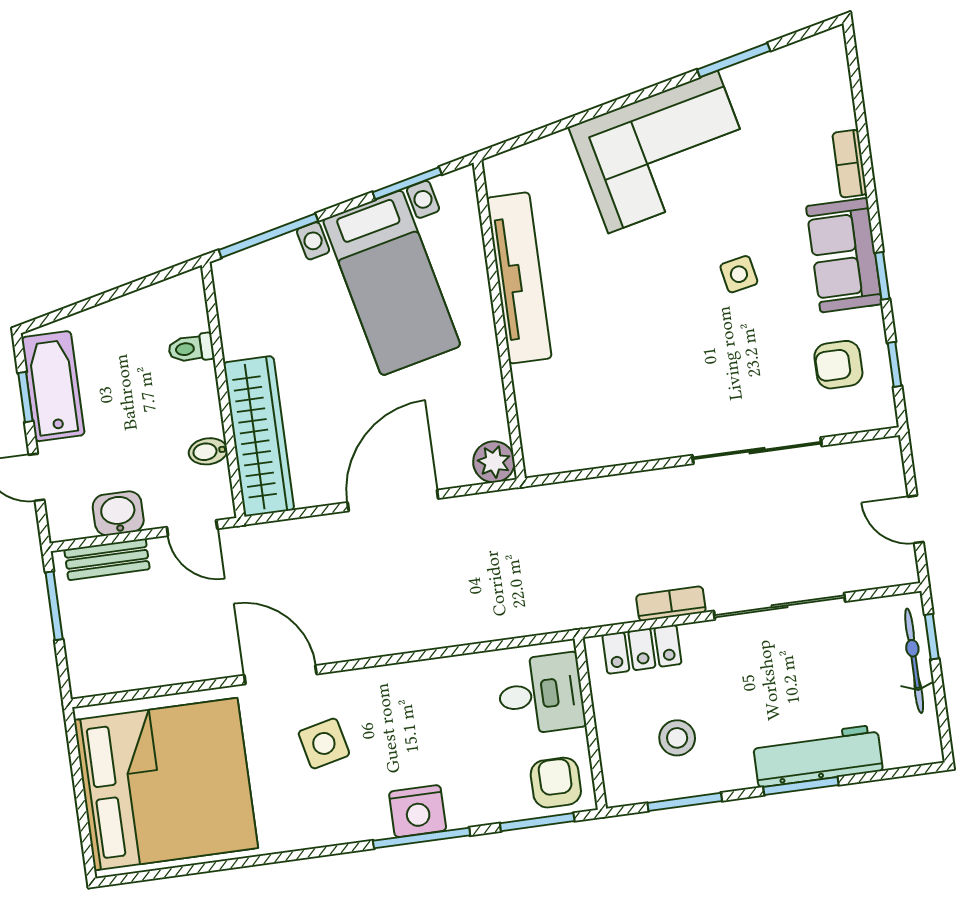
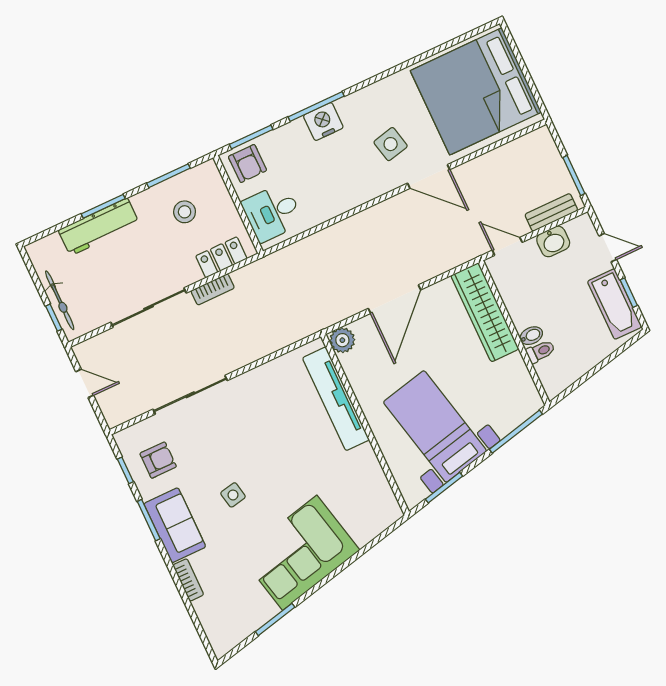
window: (882, 276) -> (149, 520), width x1.50
tv unit: (519, 278) -> (336, 399), moved
bidet: (208, 451) -> (531, 336), moved

